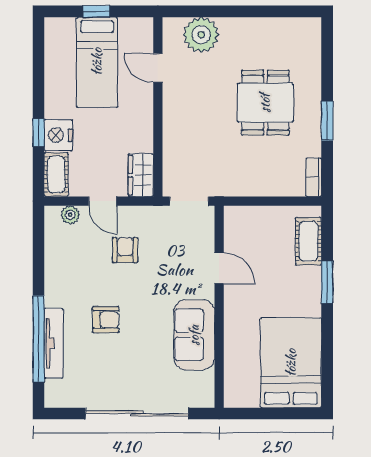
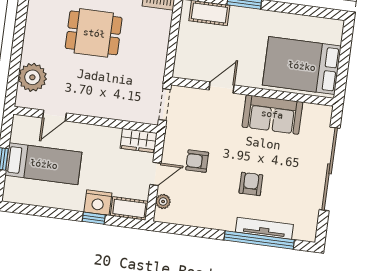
bed: (291, 363) -> (302, 66), moved

